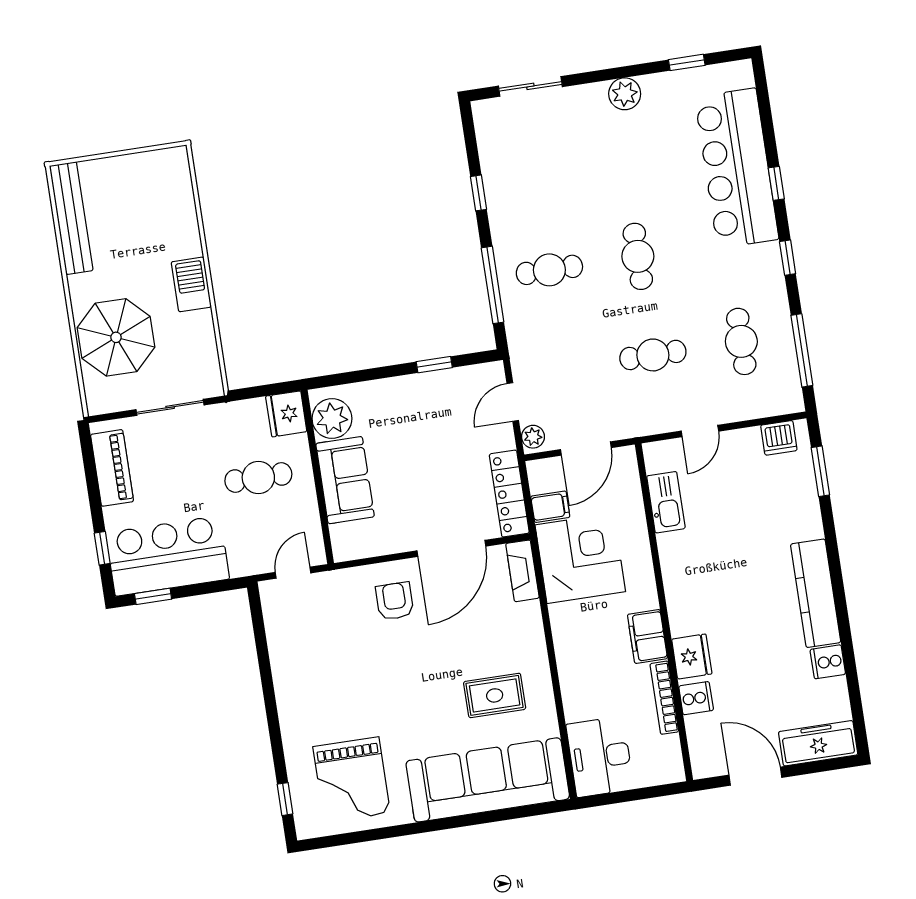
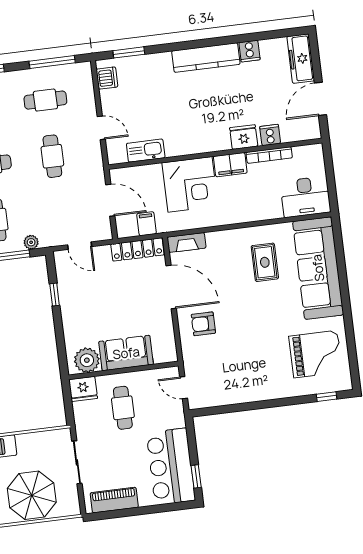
plant: (533, 437) -> (31, 242), moved
window: (102, 548) -> (165, 508), removed
corner desk: (580, 558) -> (190, 184), moved, turned 180

